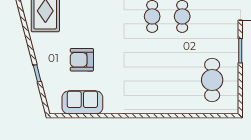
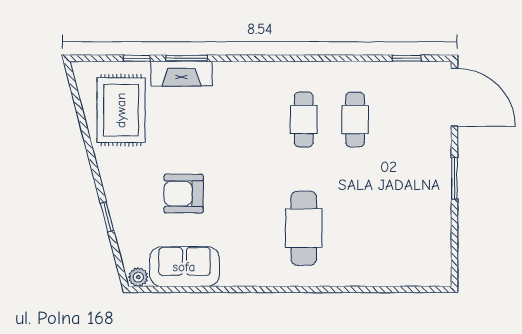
cafe table: (212, 80) -> (304, 228), moved
plant: (55, 109) -> (138, 277), added

